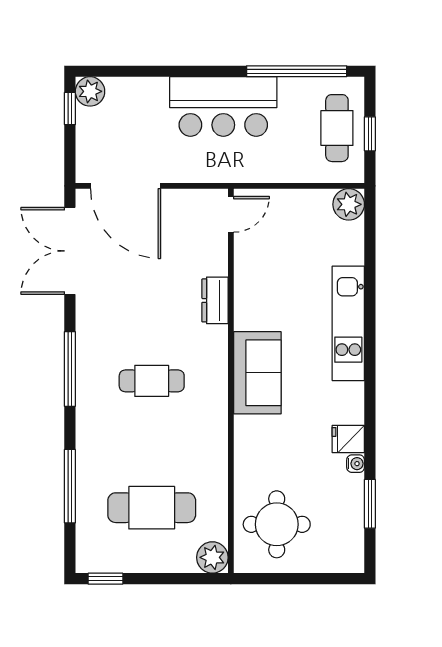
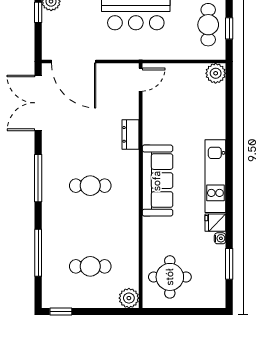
kitchen unit: (348, 323) -> (215, 176), moved
sofa: (257, 373) -> (157, 181), width x1.36
cafe table: (152, 508) -> (90, 266), width x0.73, depth x0.74

